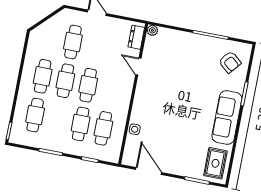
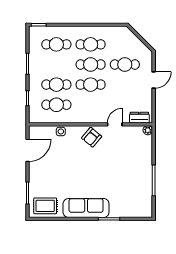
armchair: (230, 62) -> (92, 137), moved

